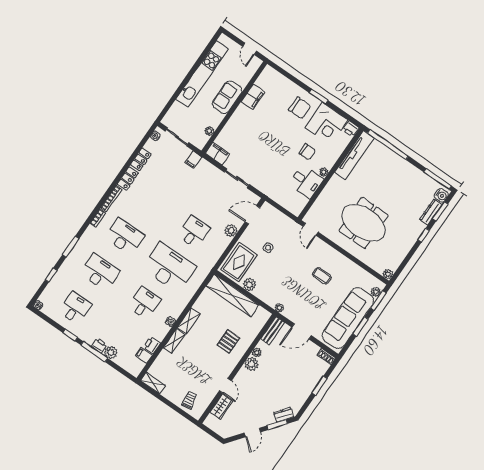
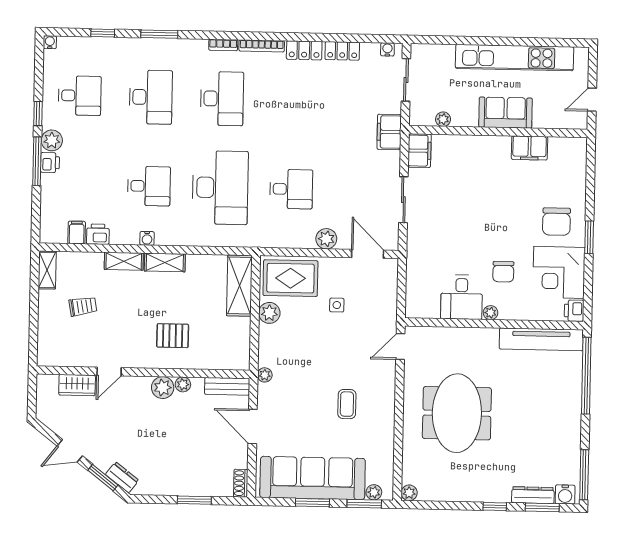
filing cabinet: (193, 160) -> (389, 132), width x2.00
shelving: (233, 296) -> (239, 286), width x0.68
plant: (111, 352) -> (52, 140), moved
trolley: (189, 400) -> (83, 306), moved

